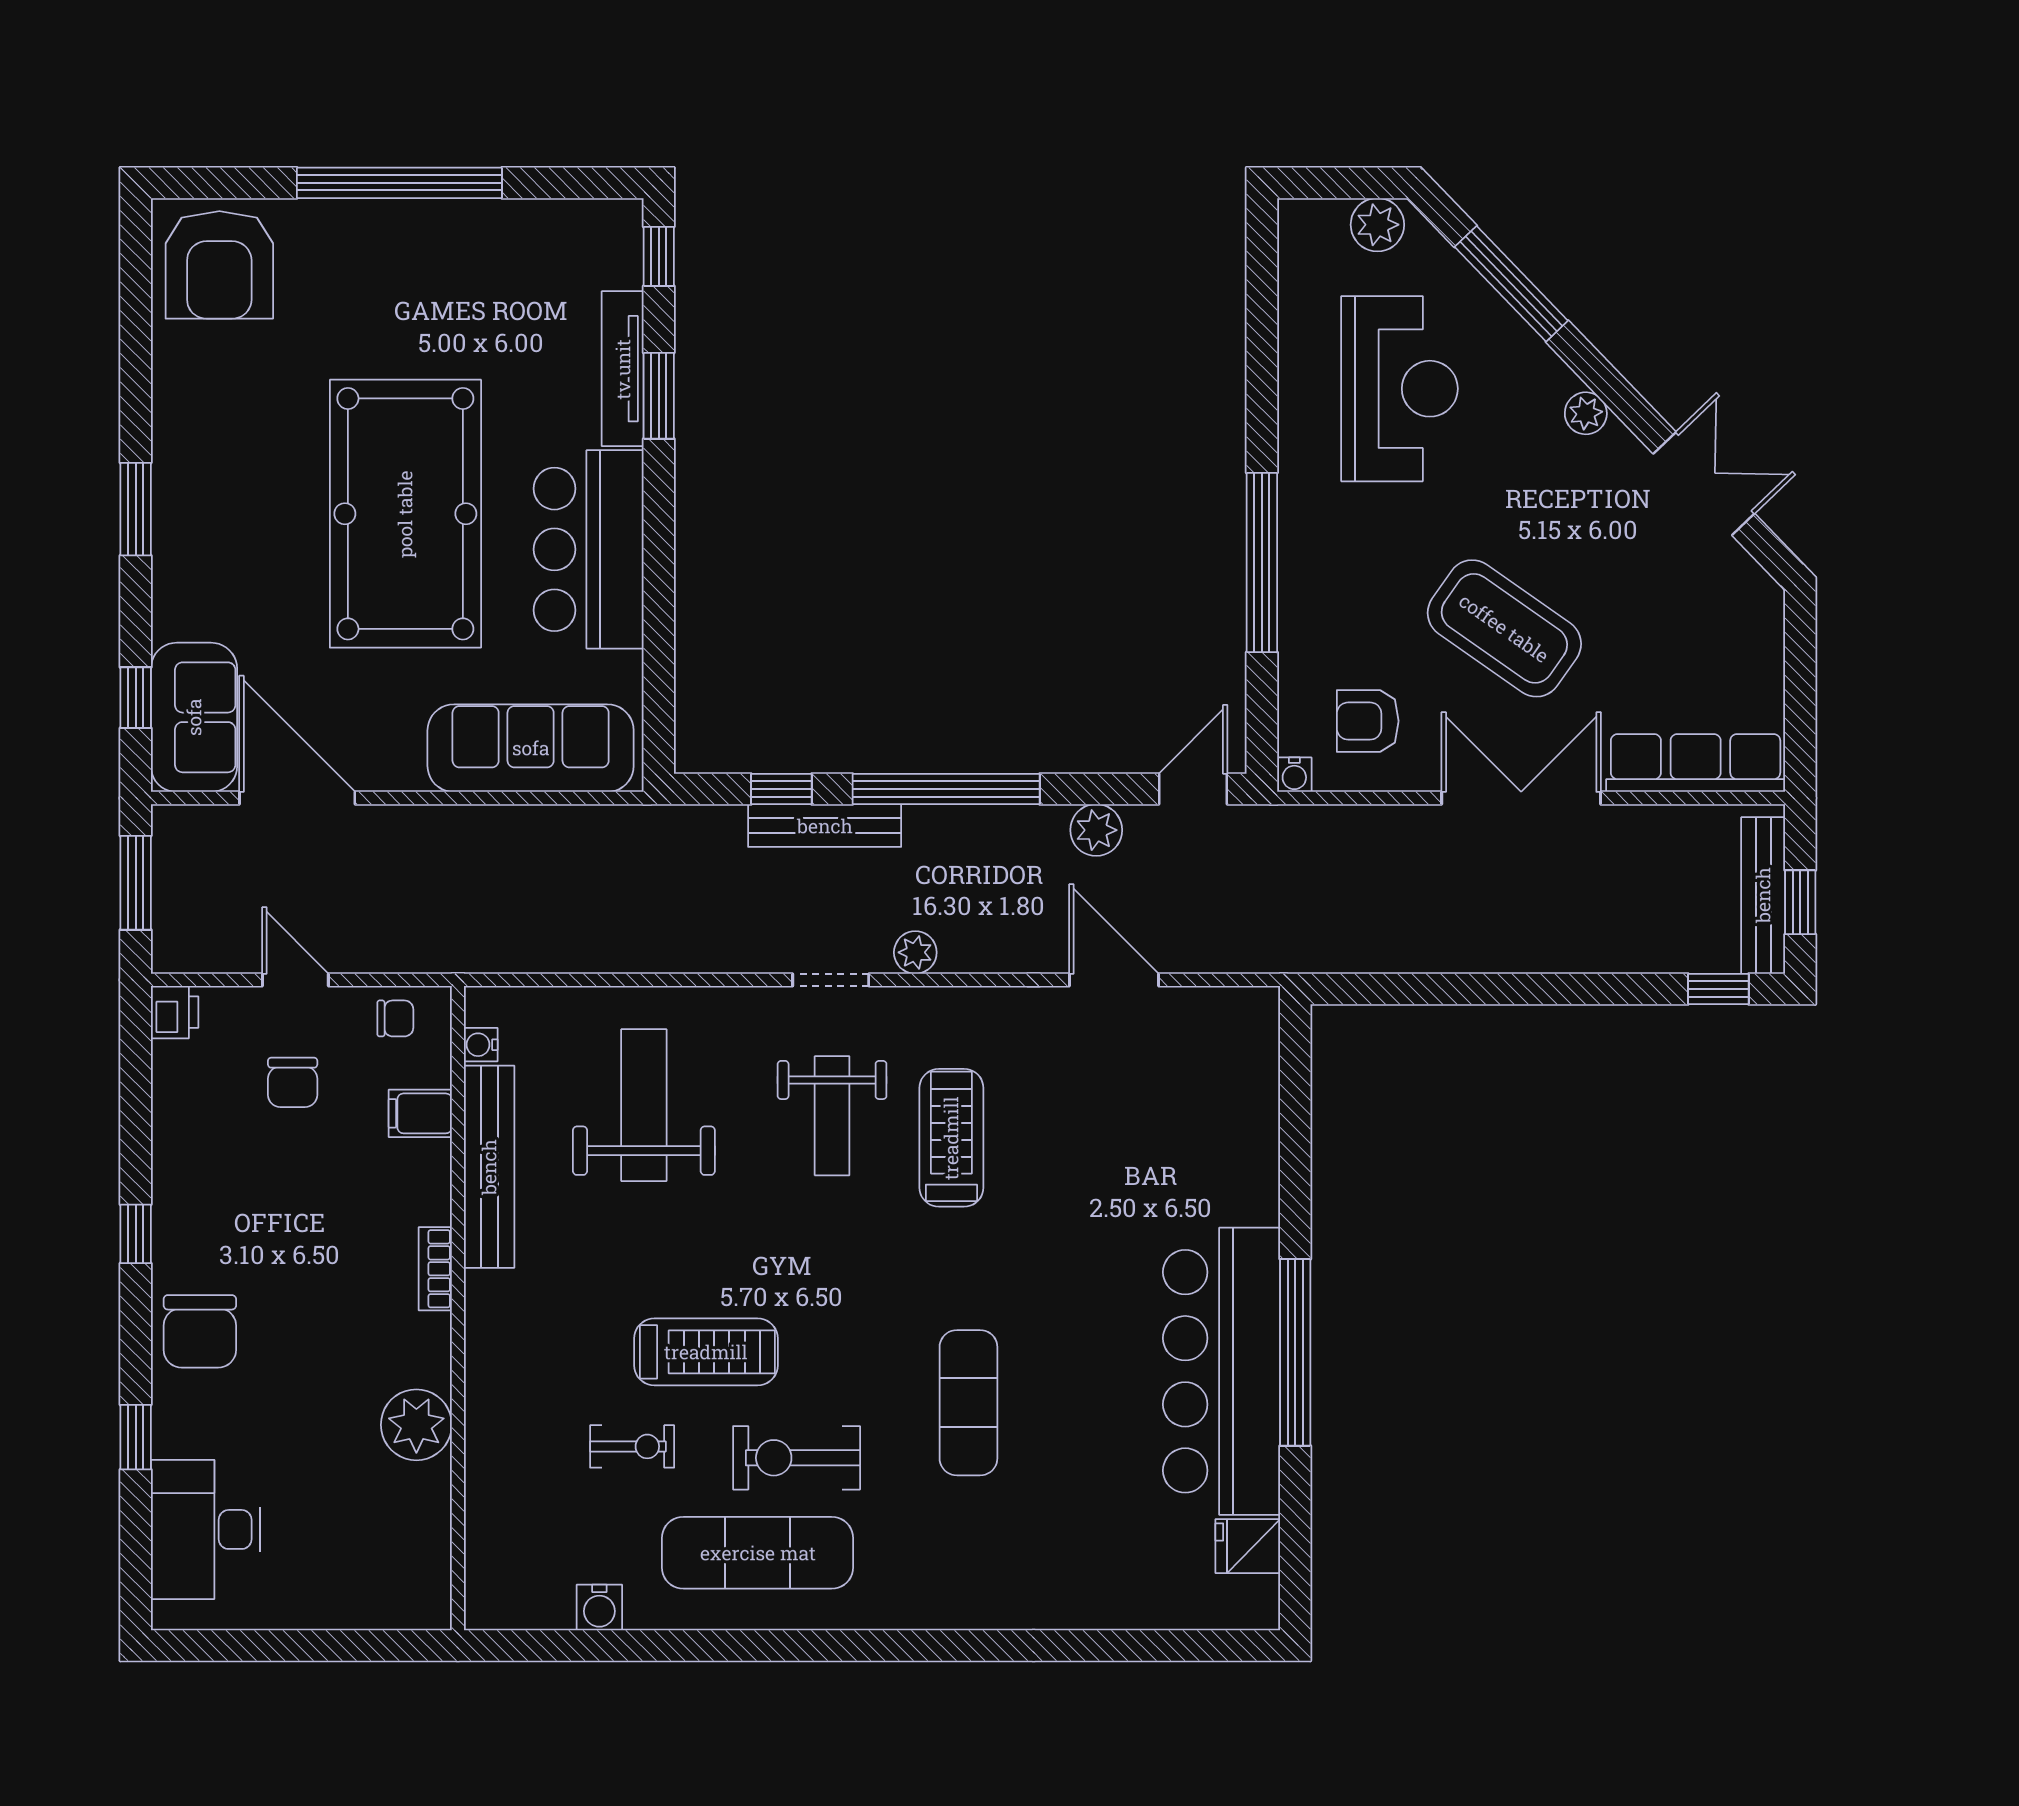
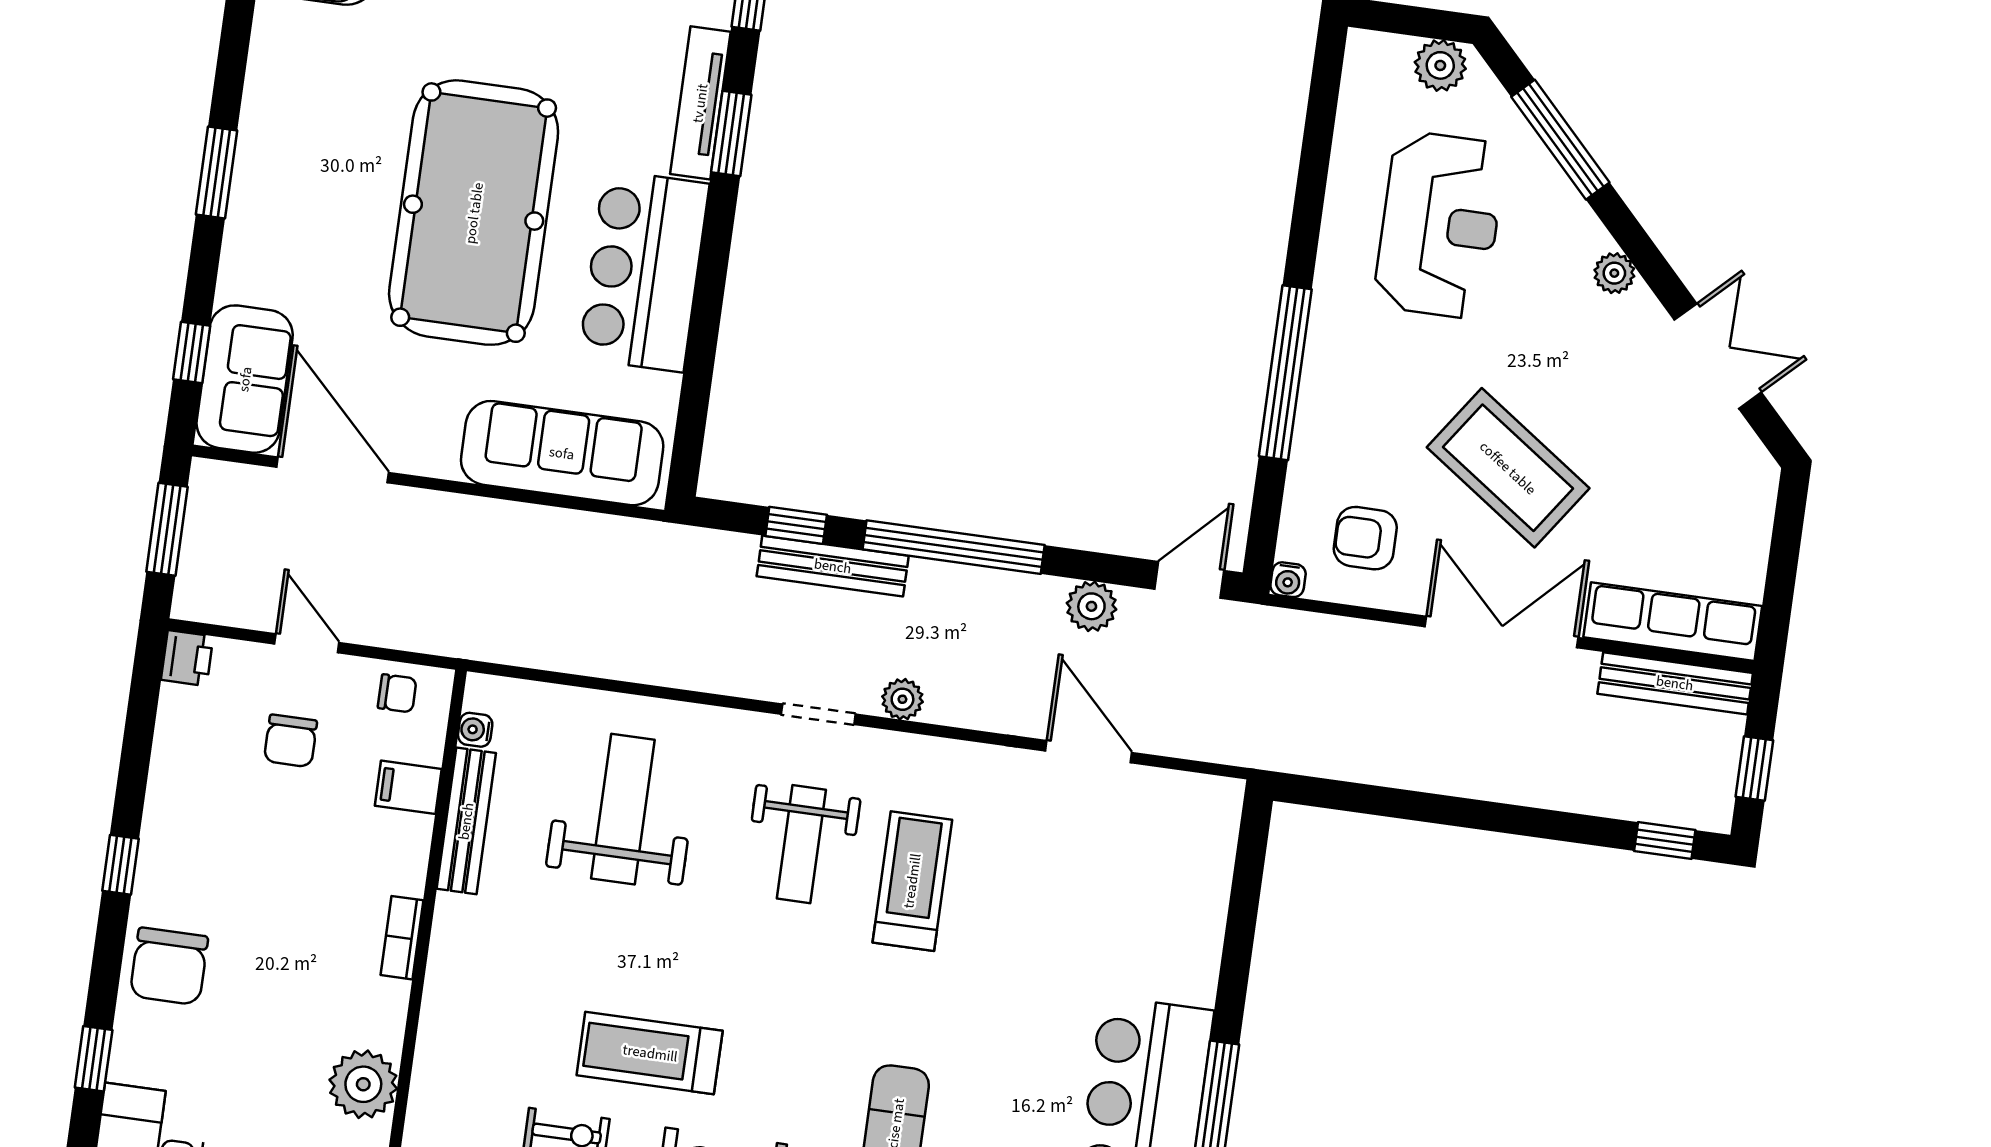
bench: (1763, 895) -> (1675, 683), moved, turned 90
bench: (489, 1167) -> (466, 821), width x0.73, depth x0.82
treadmill: (706, 1352) -> (650, 1053), turned 180

